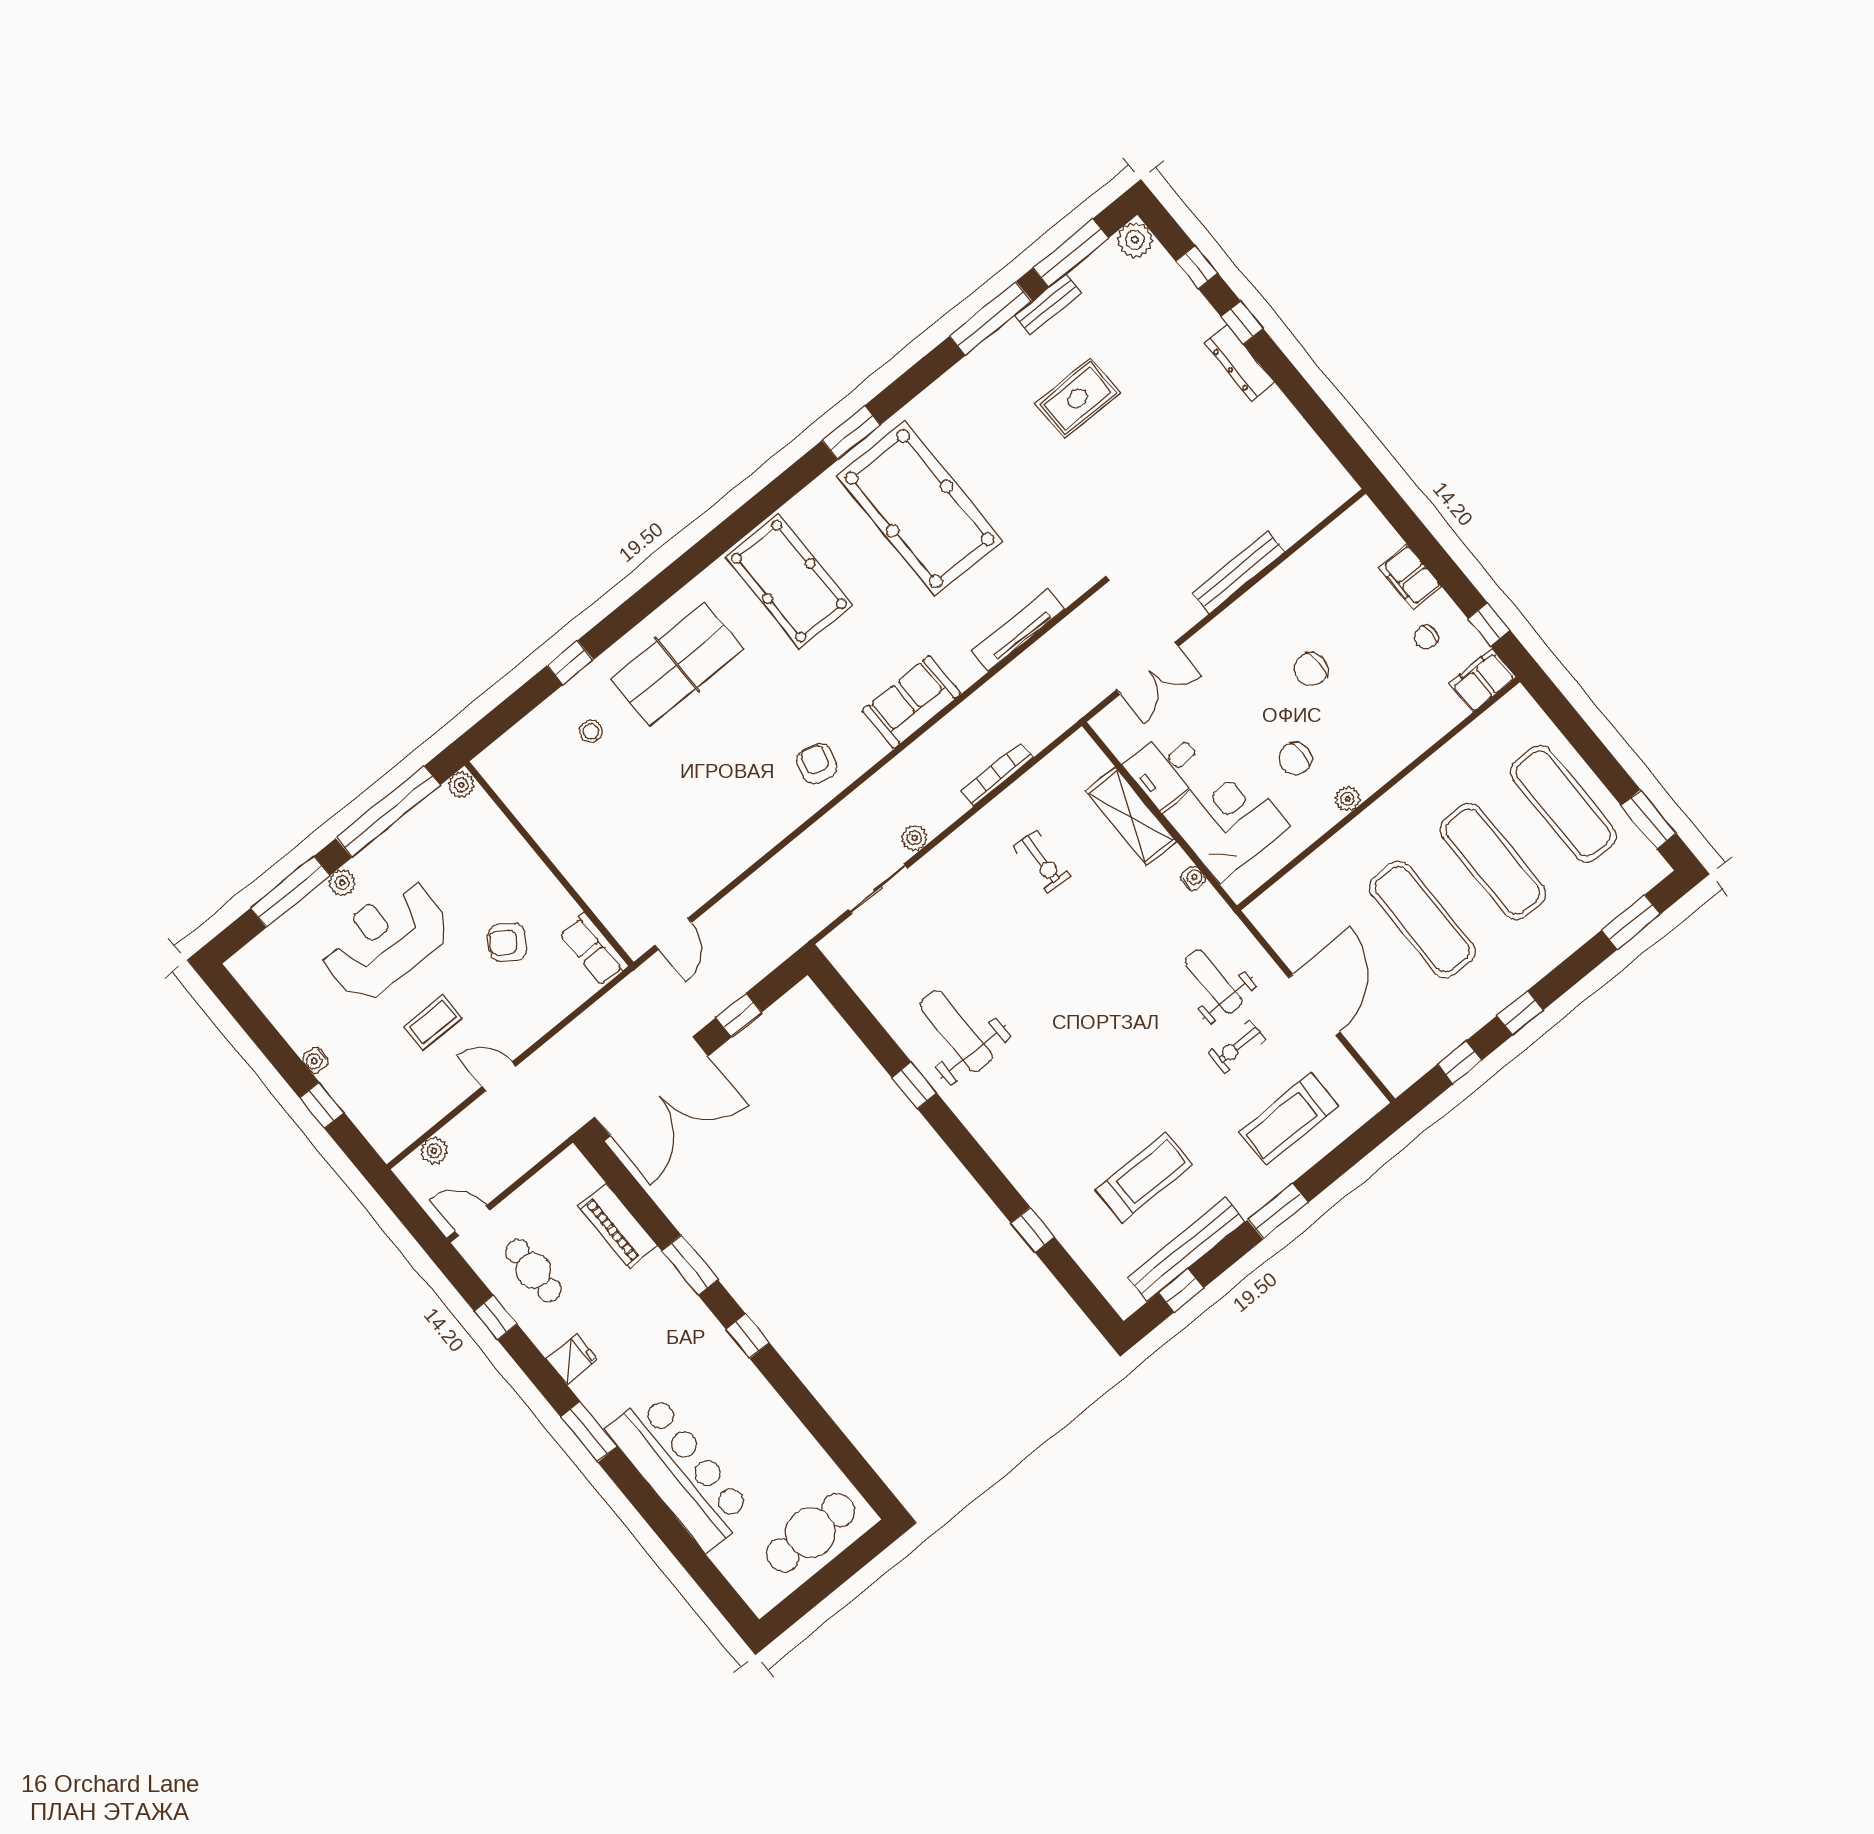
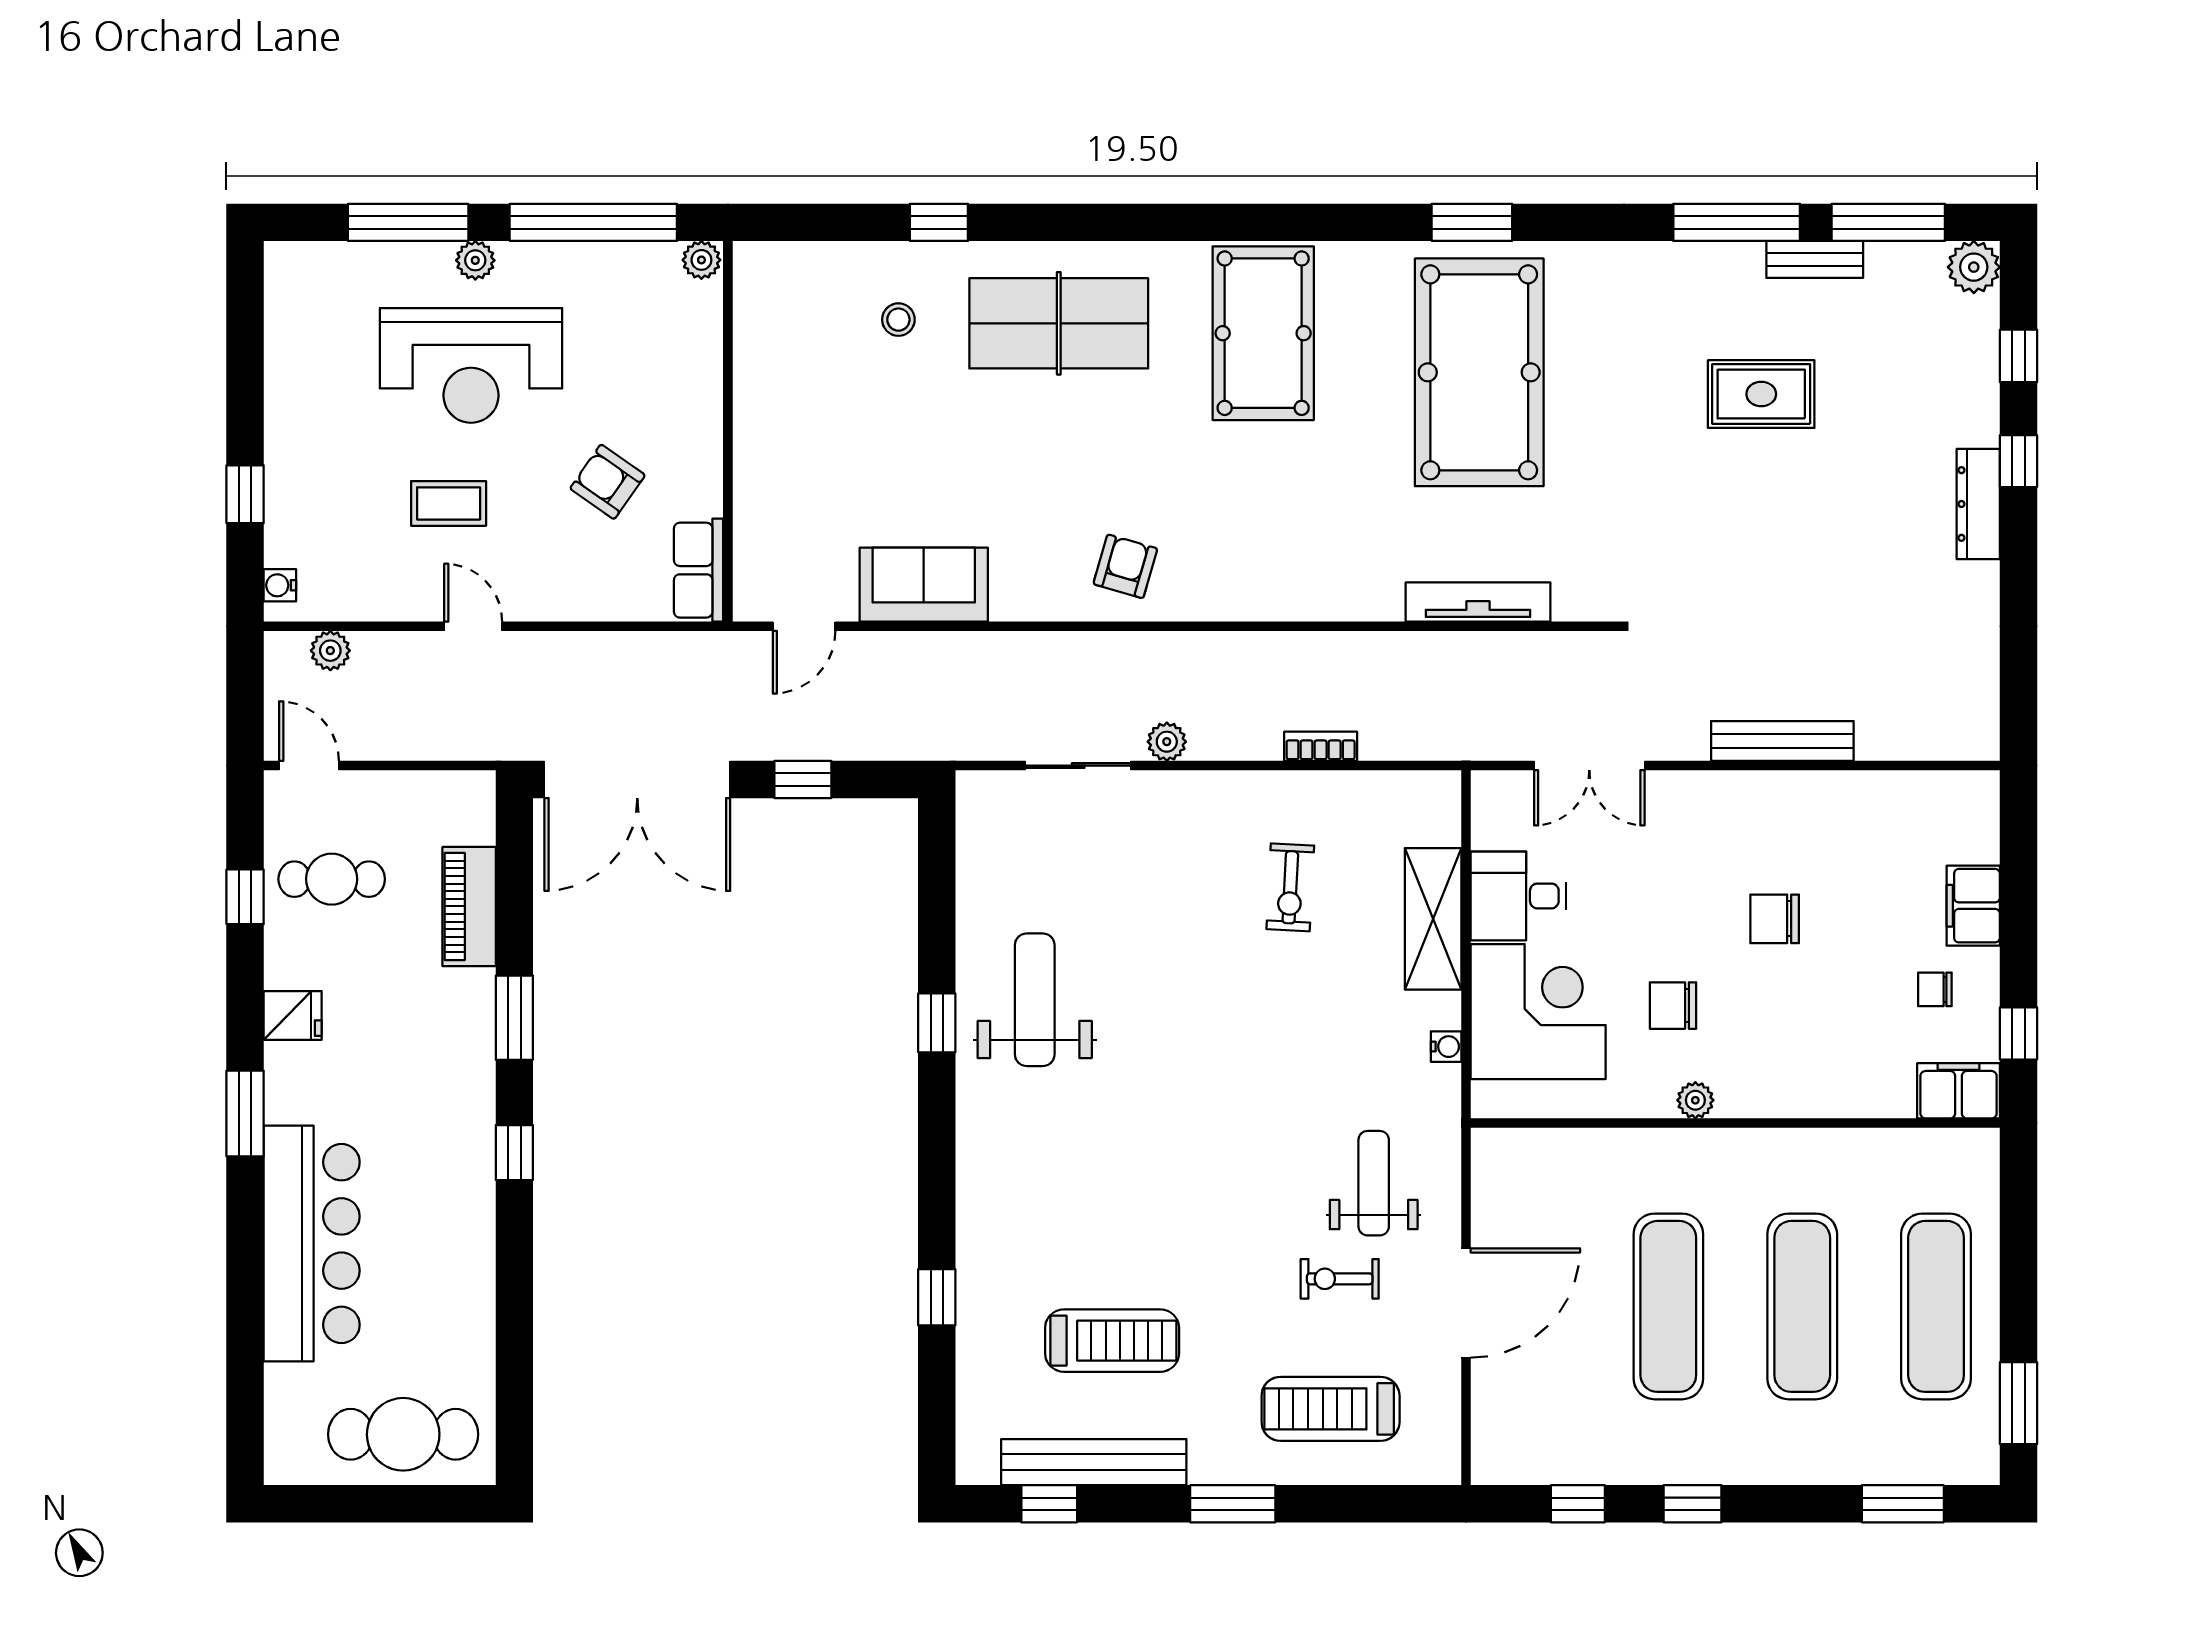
sofa: (912, 702) -> (924, 585), moved
bookcase: (997, 774) -> (1321, 746), width x0.64
reception desk: (385, 940) -> (471, 365), turned 180
water cooler: (315, 1060) -> (280, 585), moved
cafe table: (533, 1271) -> (332, 879), turned 90

